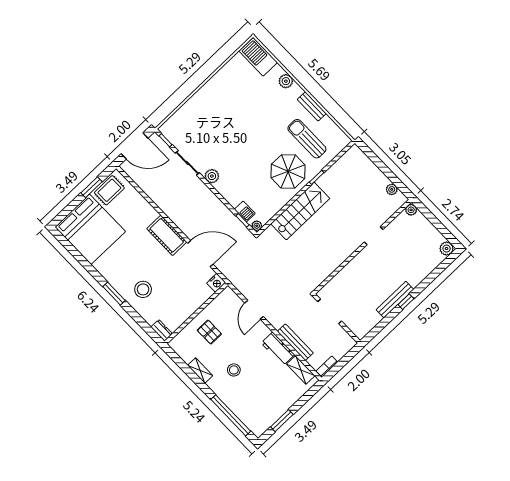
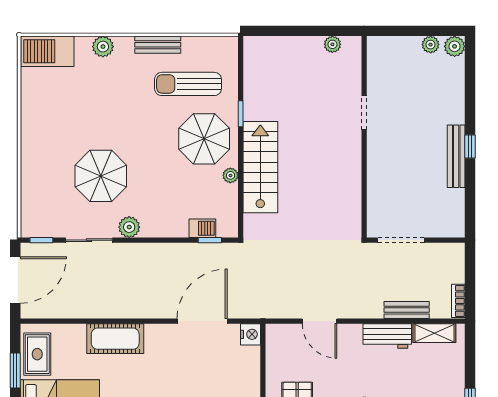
parasol: (223, 139) -> (101, 176), added
plant: (411, 210) -> (431, 45), moved
plant: (257, 226) -> (230, 175), moved
cot: (167, 235) -> (115, 339), moved
bench: (295, 342) -> (407, 310), width x0.73

